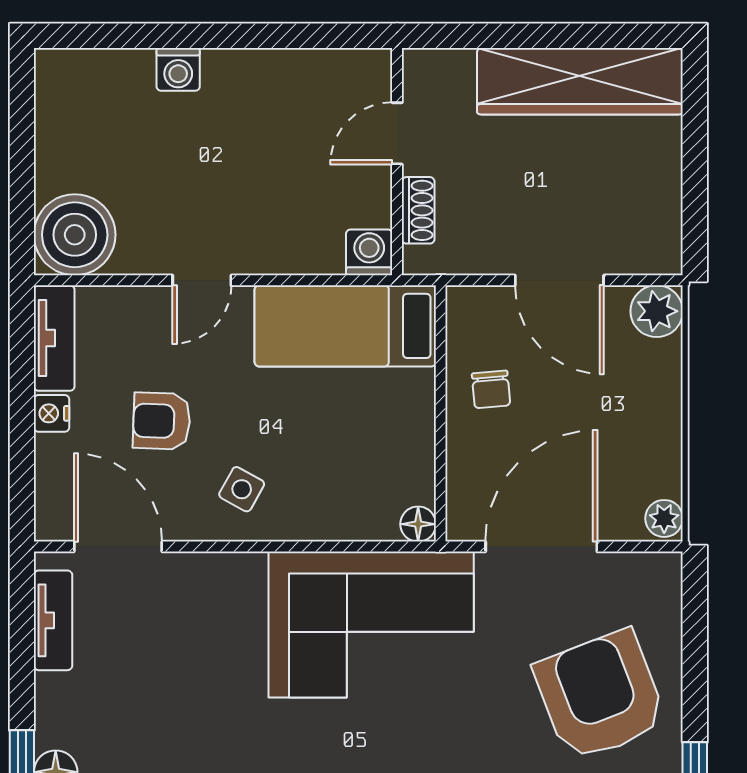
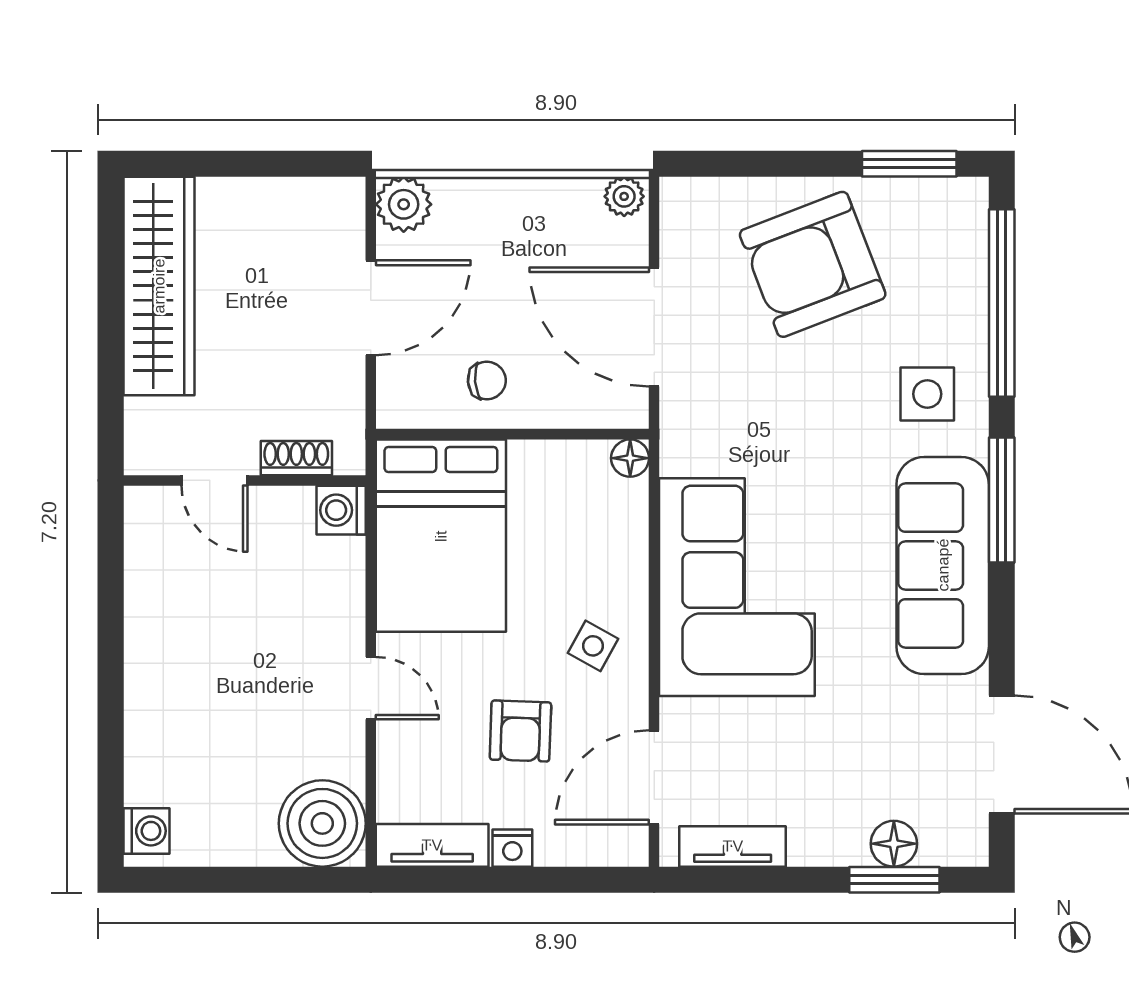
washing machine: (178, 69) -> (146, 831), moved
bed: (345, 326) -> (441, 536), width x1.50
corner sofa: (371, 624) -> (737, 587), moved

